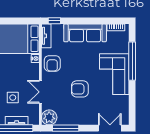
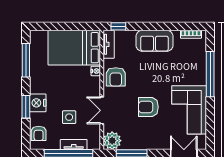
sofa: (85, 33) -> (155, 41), width x0.73
corner sofa: (114, 74) -> (189, 110), moved

